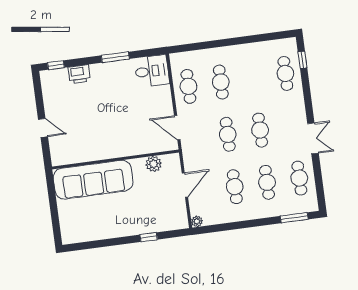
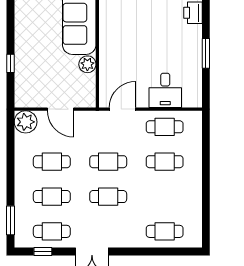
window: (302, 60) -> (43, 251), moved
desk: (152, 71) -> (165, 90), moved
plant: (154, 164) -> (87, 64), moved
plant: (197, 221) -> (26, 122), width x1.88, depth x1.88

